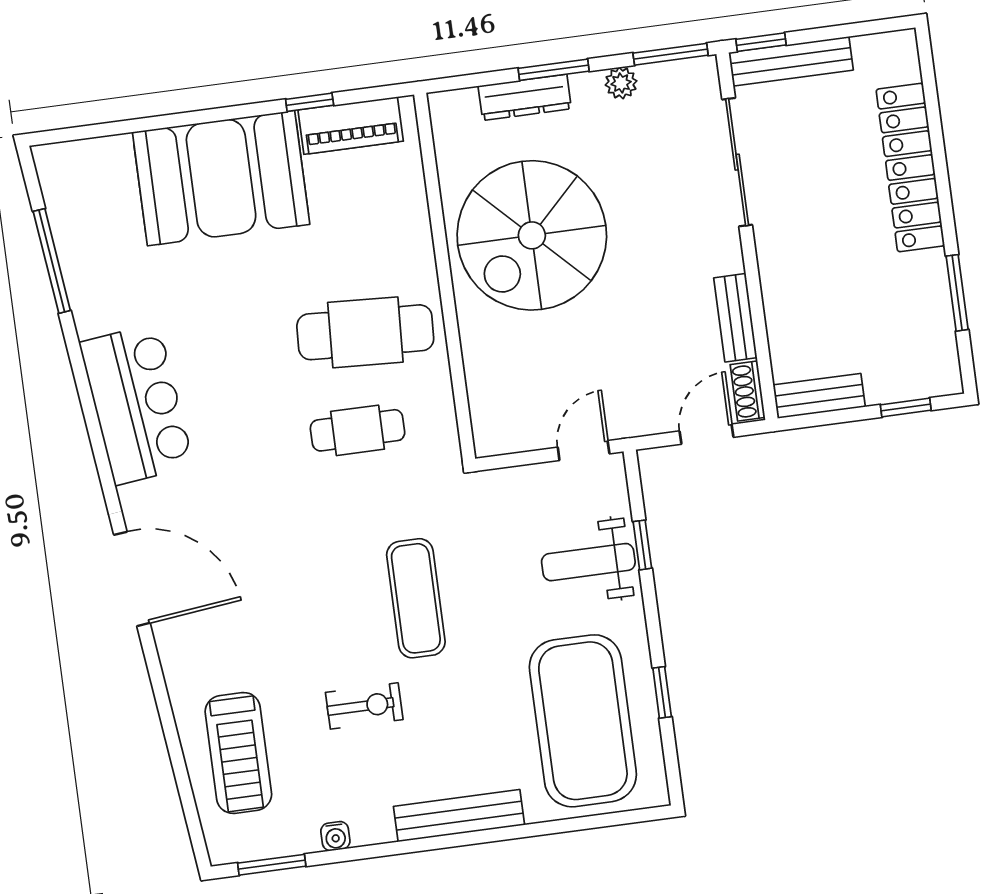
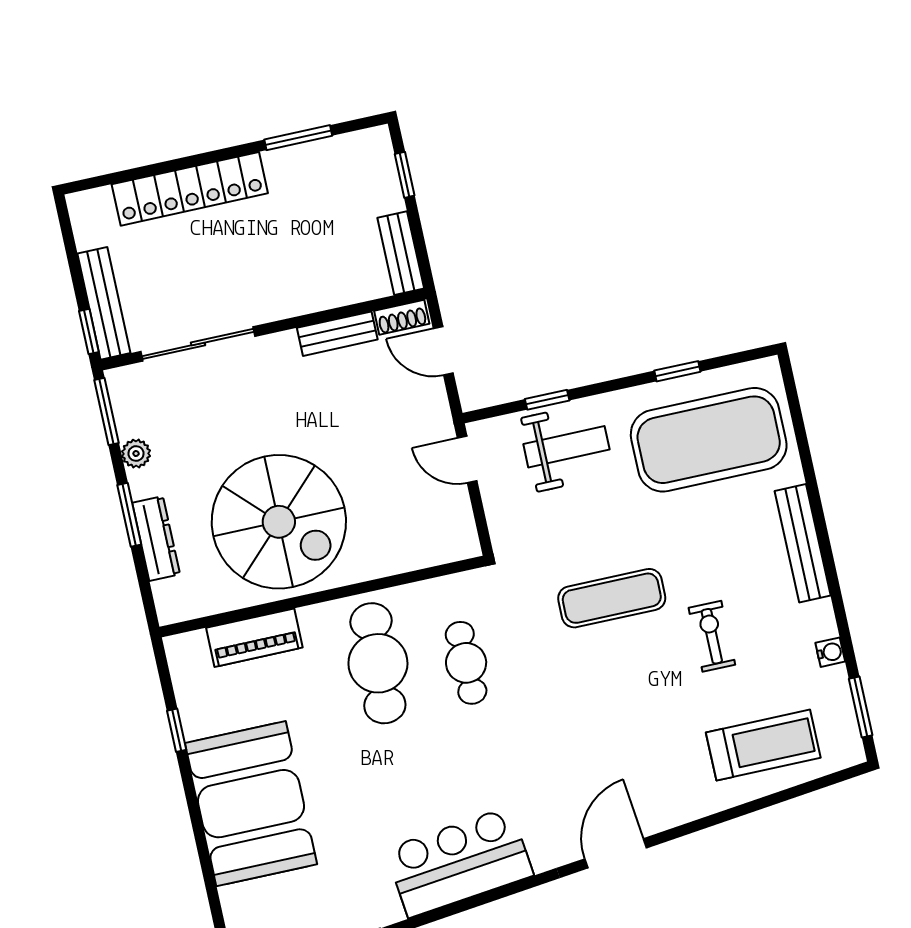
piano: (351, 126) -> (254, 638), moved, turned 90
weight bench: (588, 562) -> (566, 447), turned -90
door: (132, 579) -> (616, 853), width x0.73

